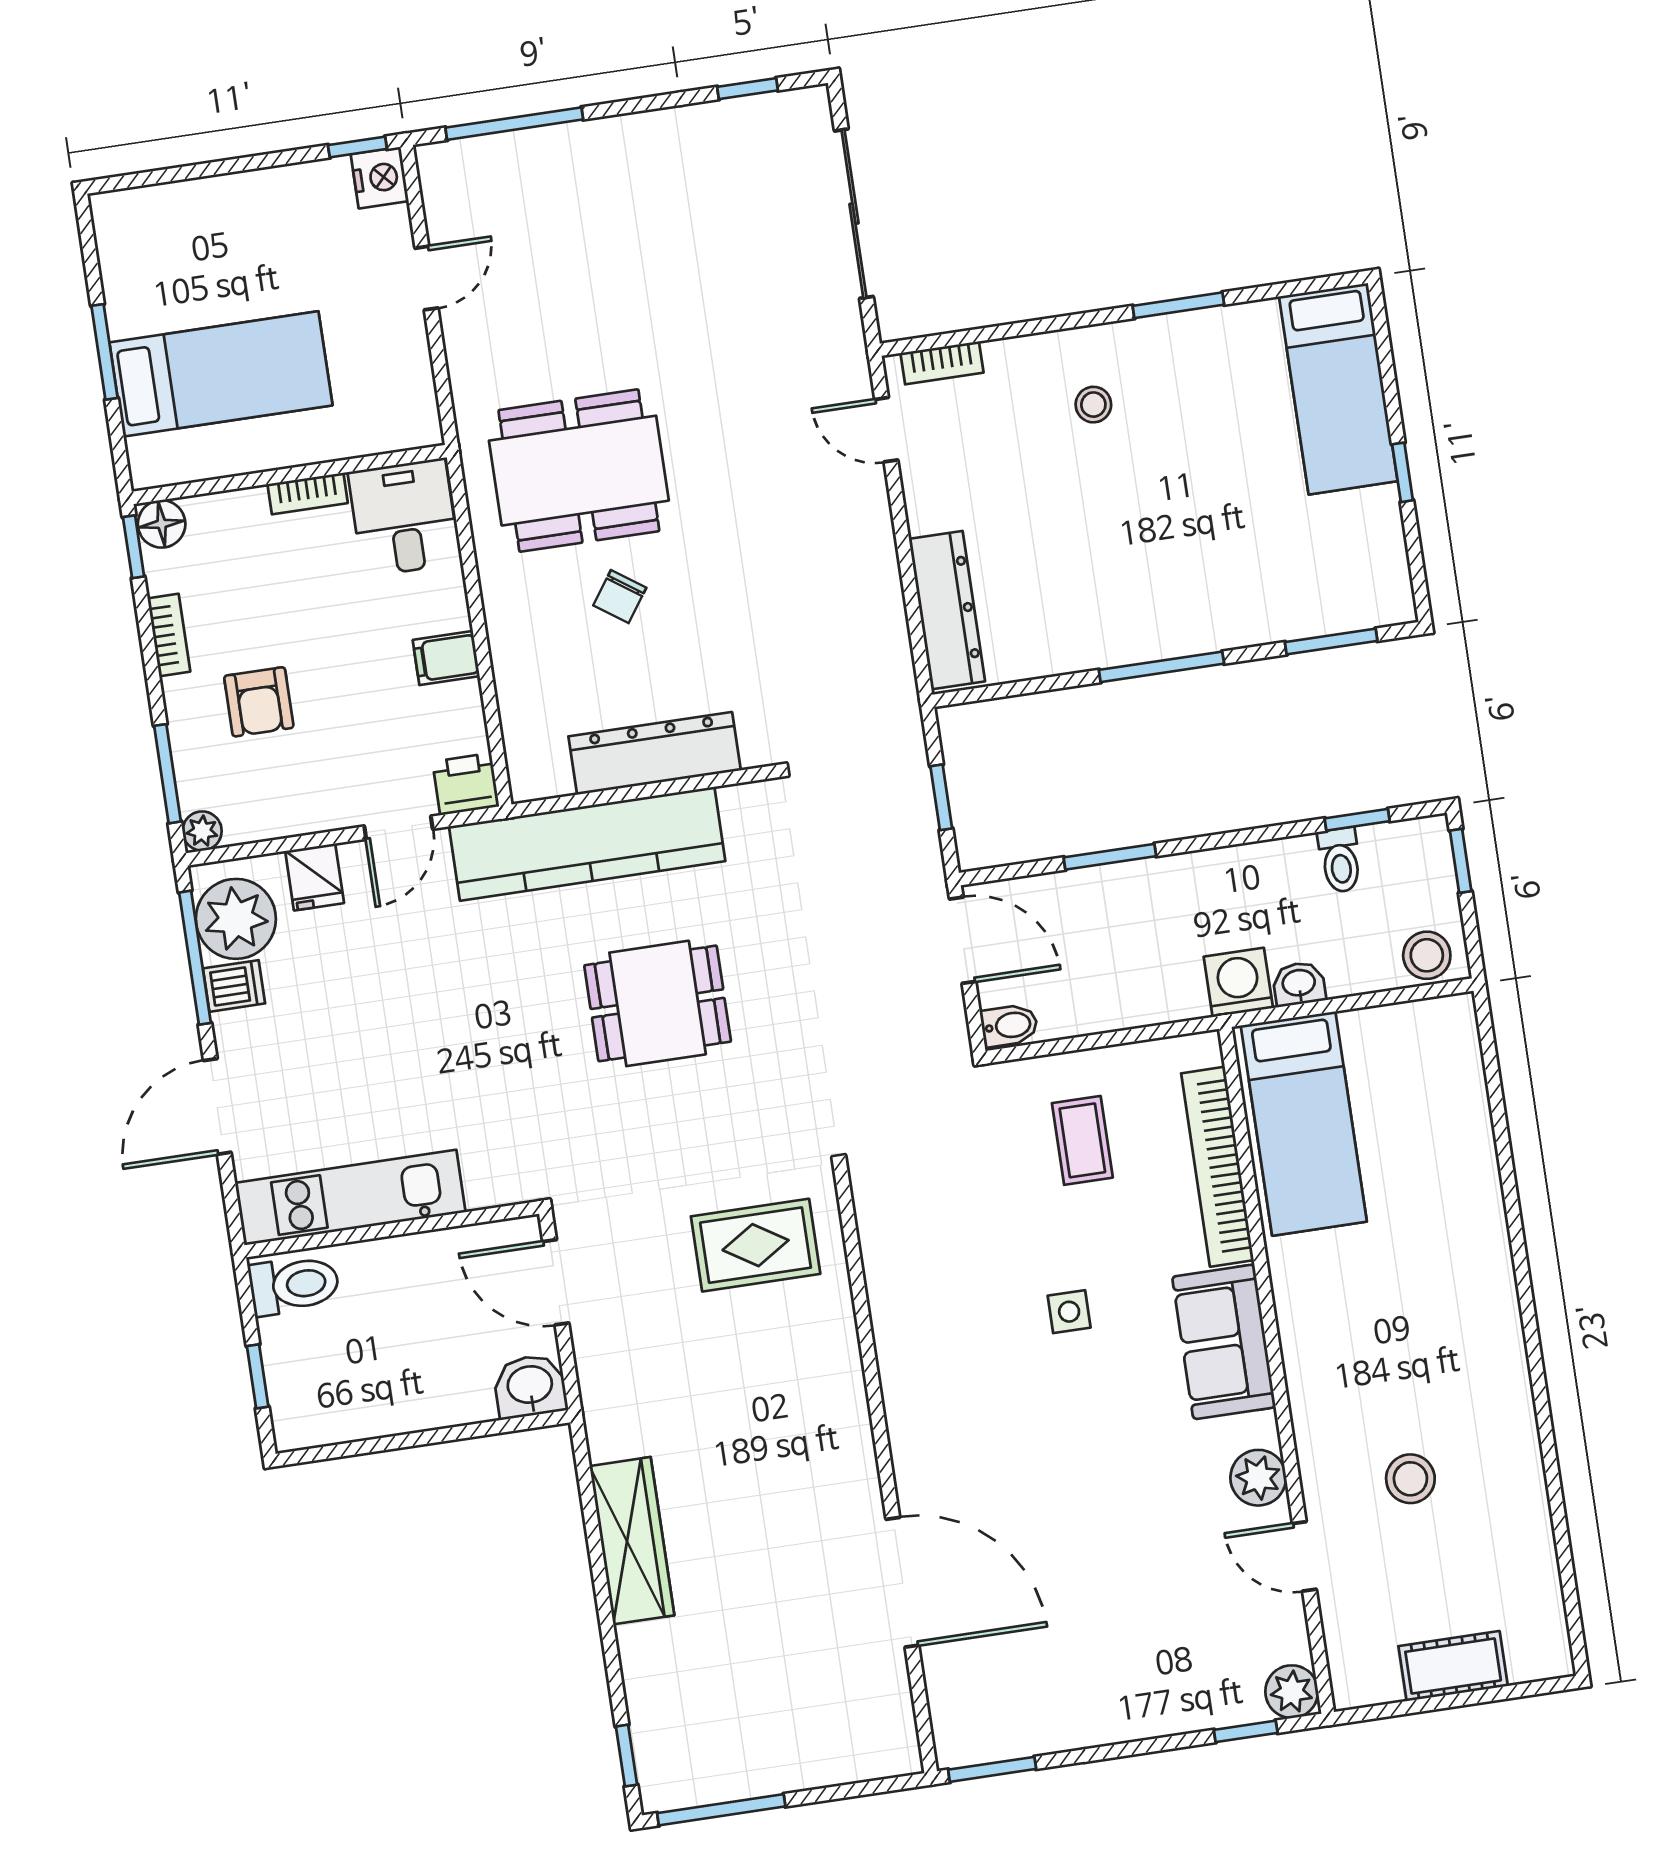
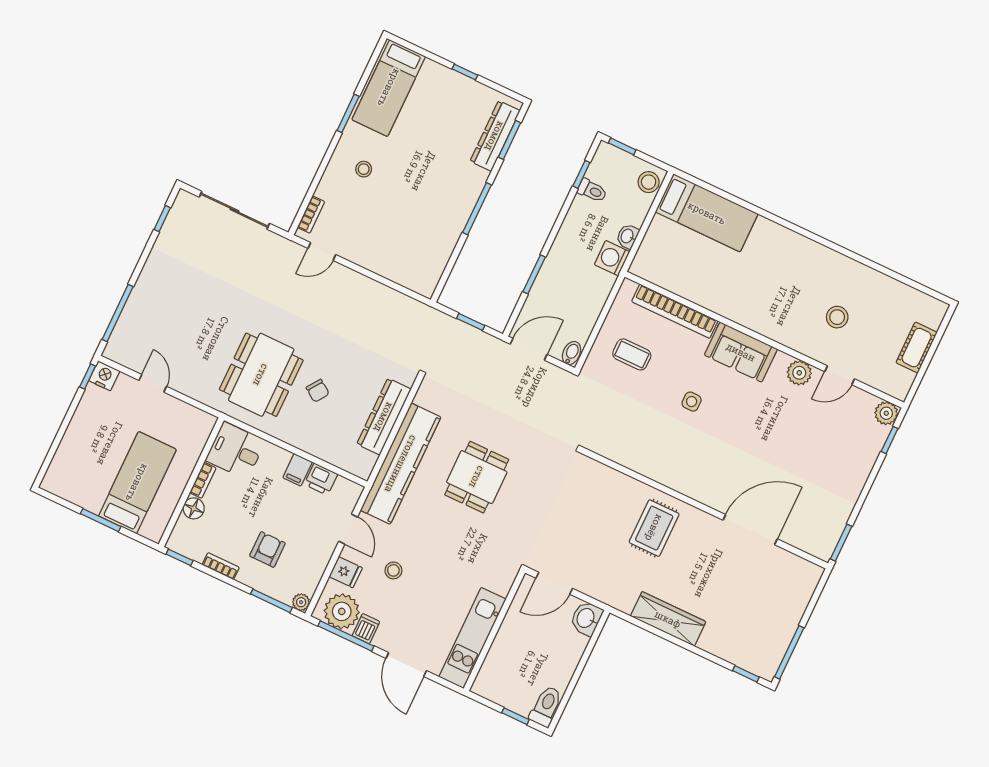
bed: (1338, 389) -> (389, 88), moved, turned 90
floor lamp: (162, 524) -> (194, 508), moved
dresser: (947, 610) -> (495, 136), moved, turned -90
armchair: (259, 702) -> (267, 550), turned -90
printer: (466, 784) -> (321, 479), moved, turned -90
stool: (378, 964) -> (393, 570), added
bed: (1304, 1124) -> (707, 213), moved
rug: (756, 1245) -> (654, 528), moved
toilet: (294, 1285) -> (546, 706), moved

